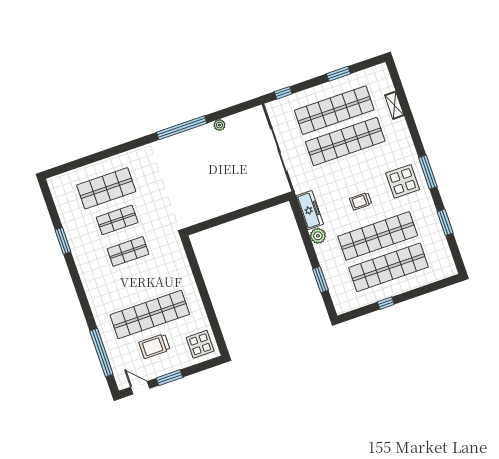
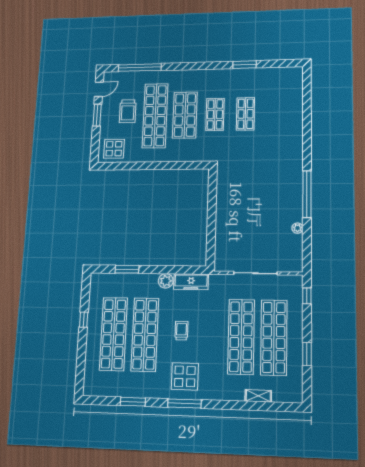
shop shelf: (106, 188) -> (185, 115), moved
trolley: (154, 346) -> (128, 111), turned 180

